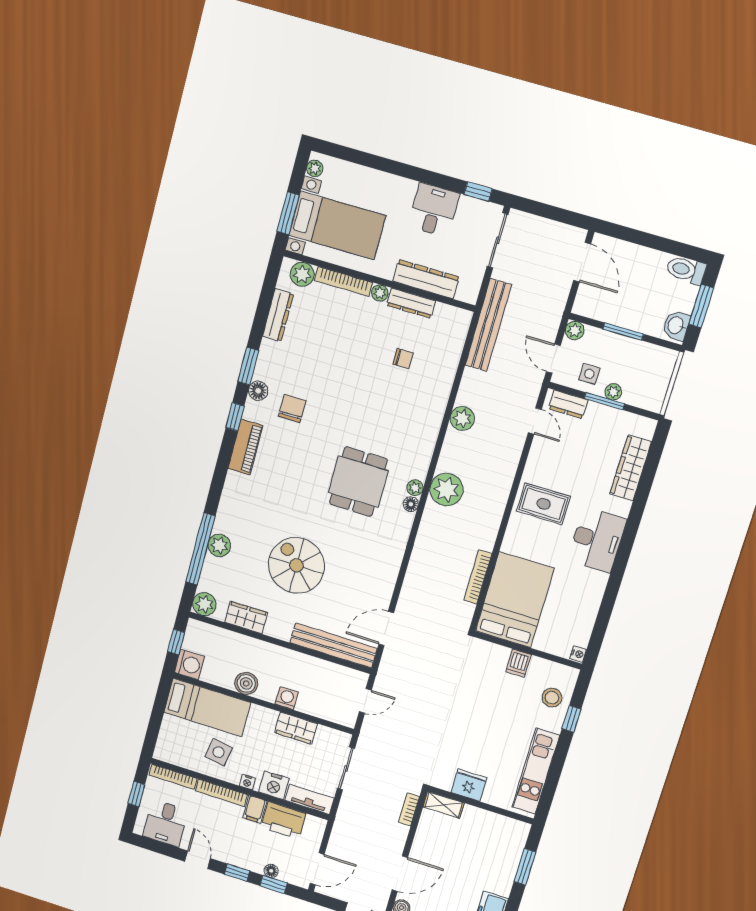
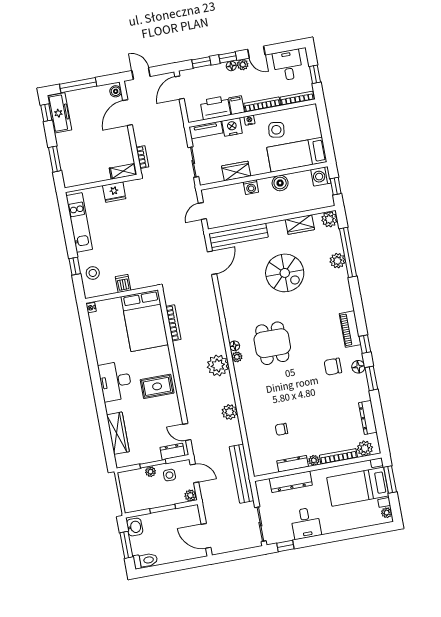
chair: (292, 409) -> (333, 367), turned 90
plant: (222, 854) -> (243, 65), added
floor lamp: (271, 871) -> (231, 66), moved

